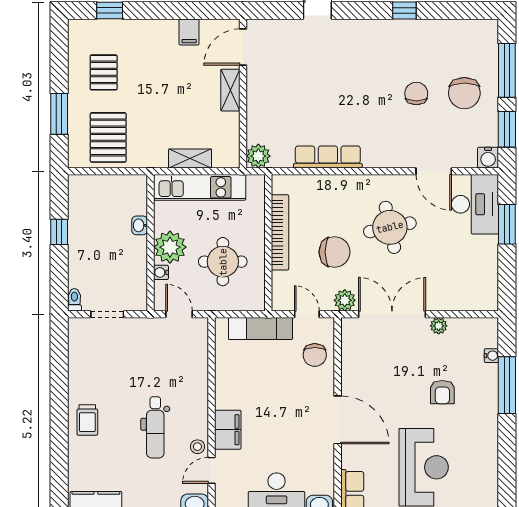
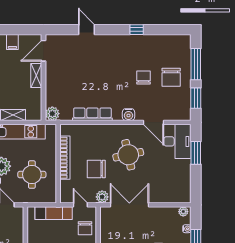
water cooler: (488, 158) -> (129, 115), moved
chair: (335, 252) -> (96, 169), turned 180
plant: (439, 326) -> (183, 212), moved

